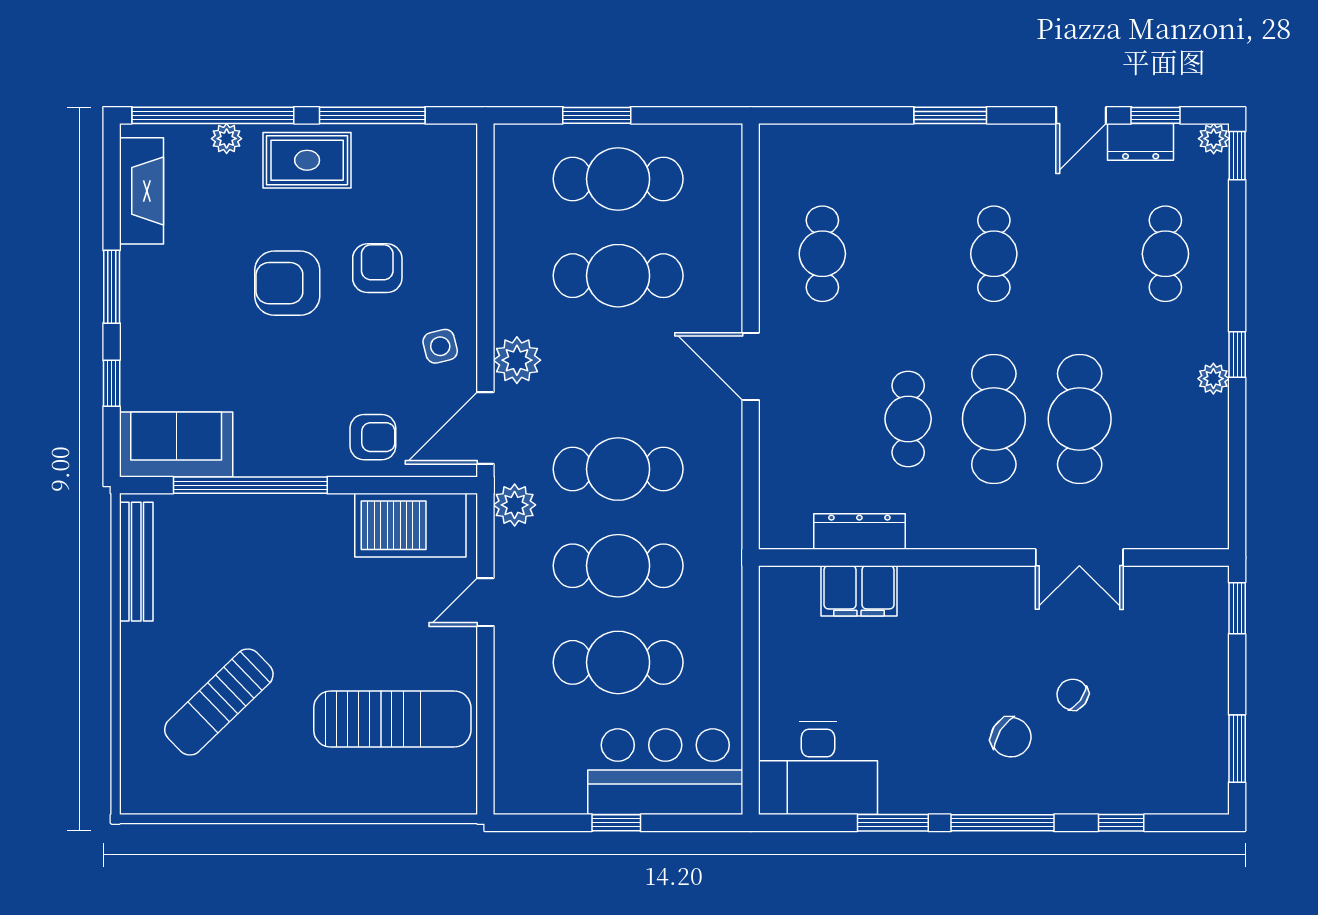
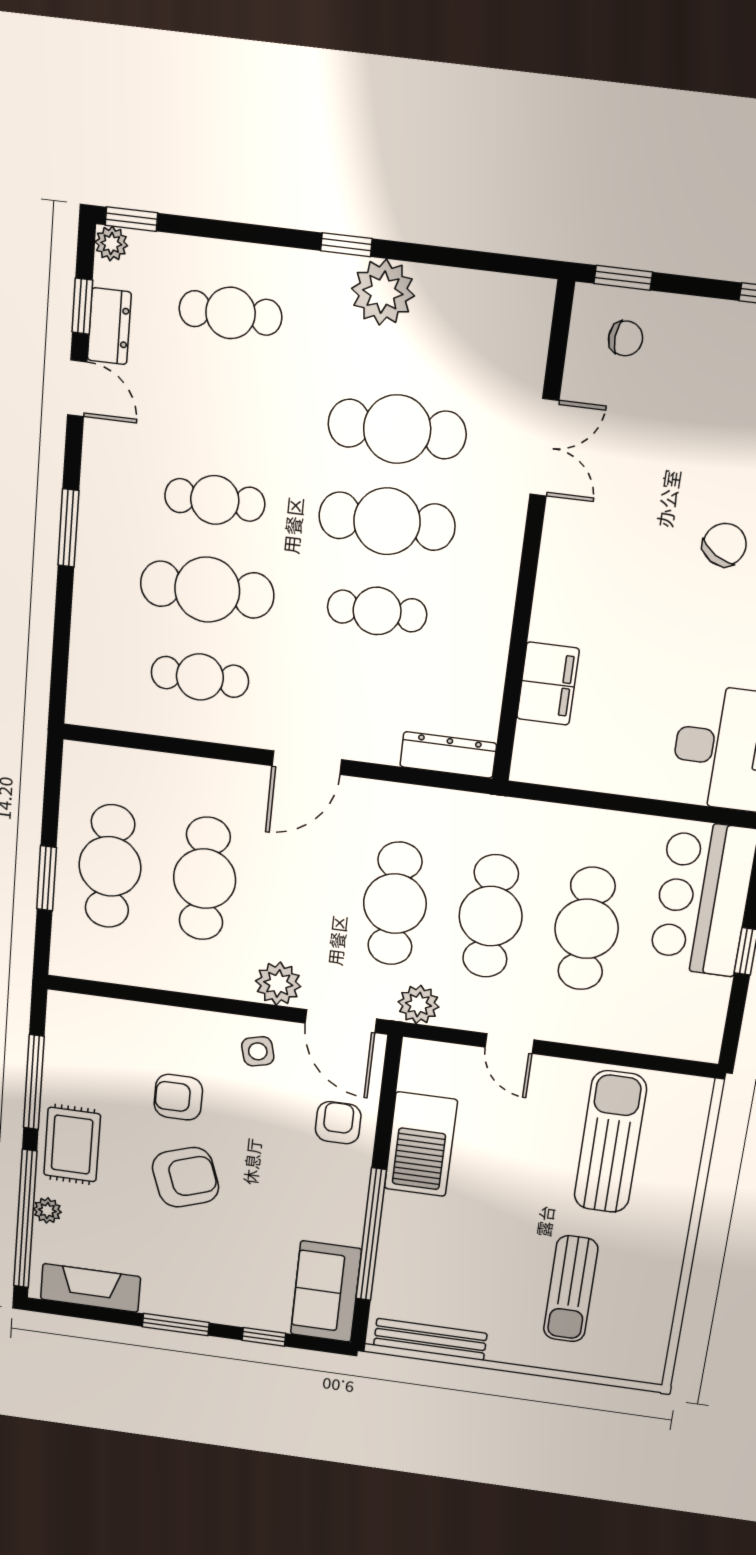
cafe table: (908, 254) -> (207, 590), added
armchair: (287, 283) -> (186, 1177), turned -109
plant: (1213, 379) -> (383, 292), width x1.88, depth x1.88
barbecue: (410, 525) -> (421, 1144), moved
dresser: (859, 532) -> (448, 755), moved, turned 90
chair: (1073, 695) -> (626, 338), moved, turned -123
sun lounger: (219, 702) -> (571, 1289), turned 44

